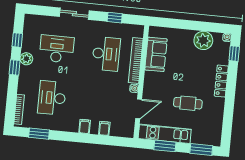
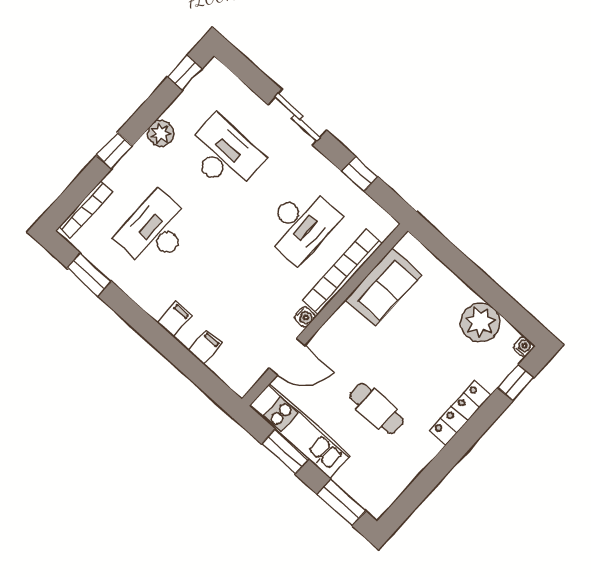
window: (17, 40) -> (185, 73), moved
window: (15, 67) -> (115, 151), moved

